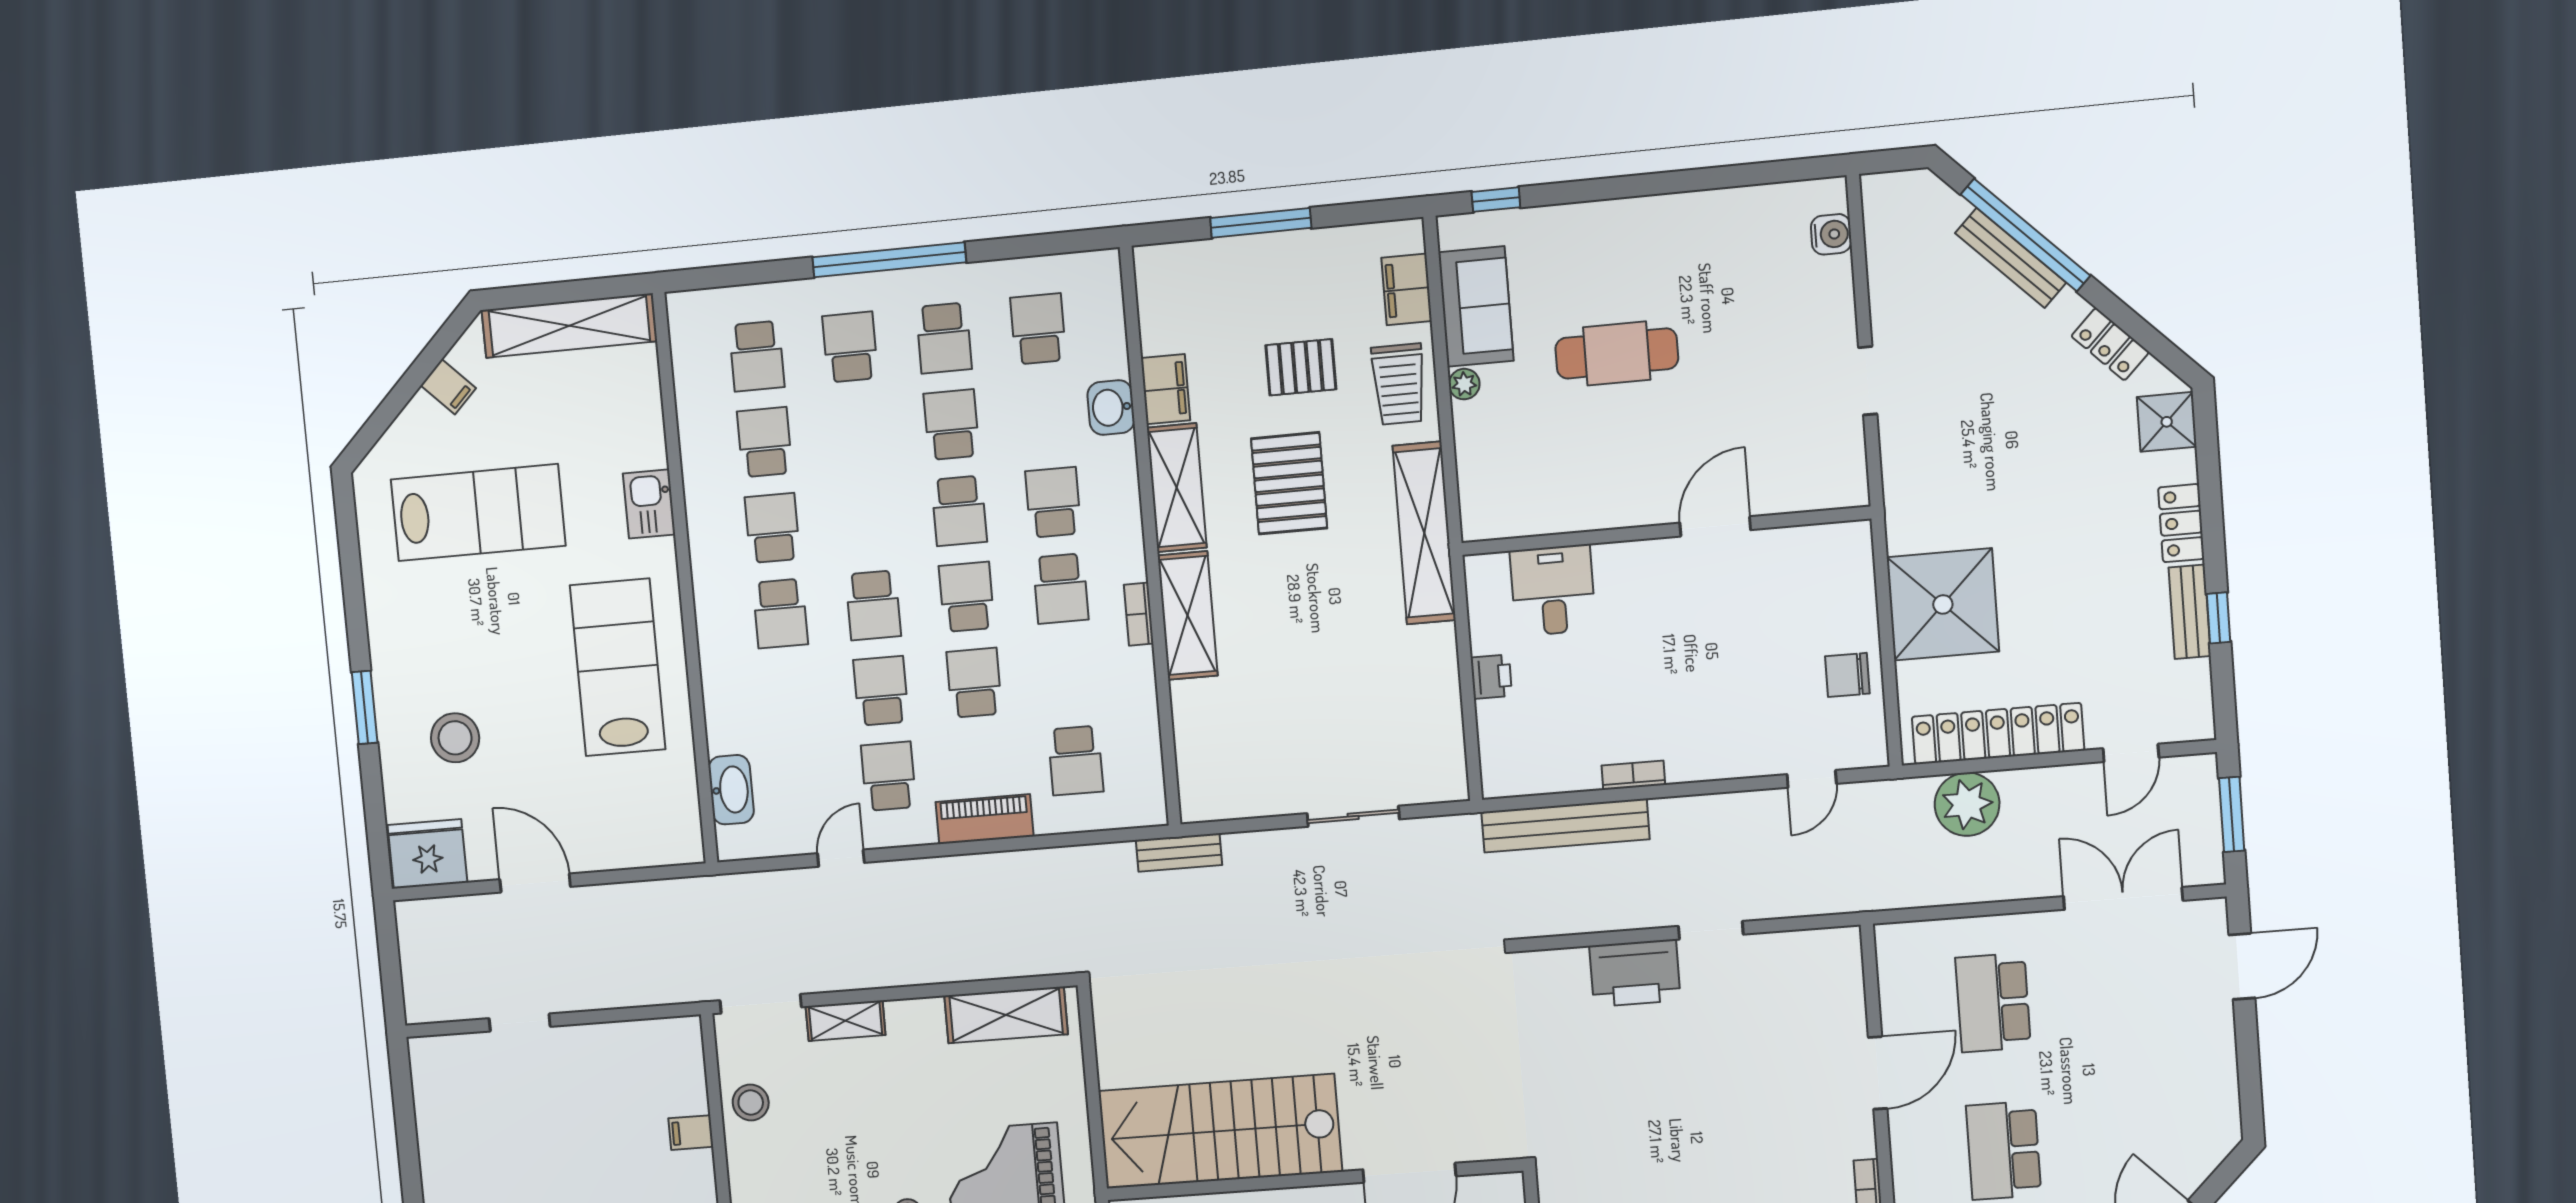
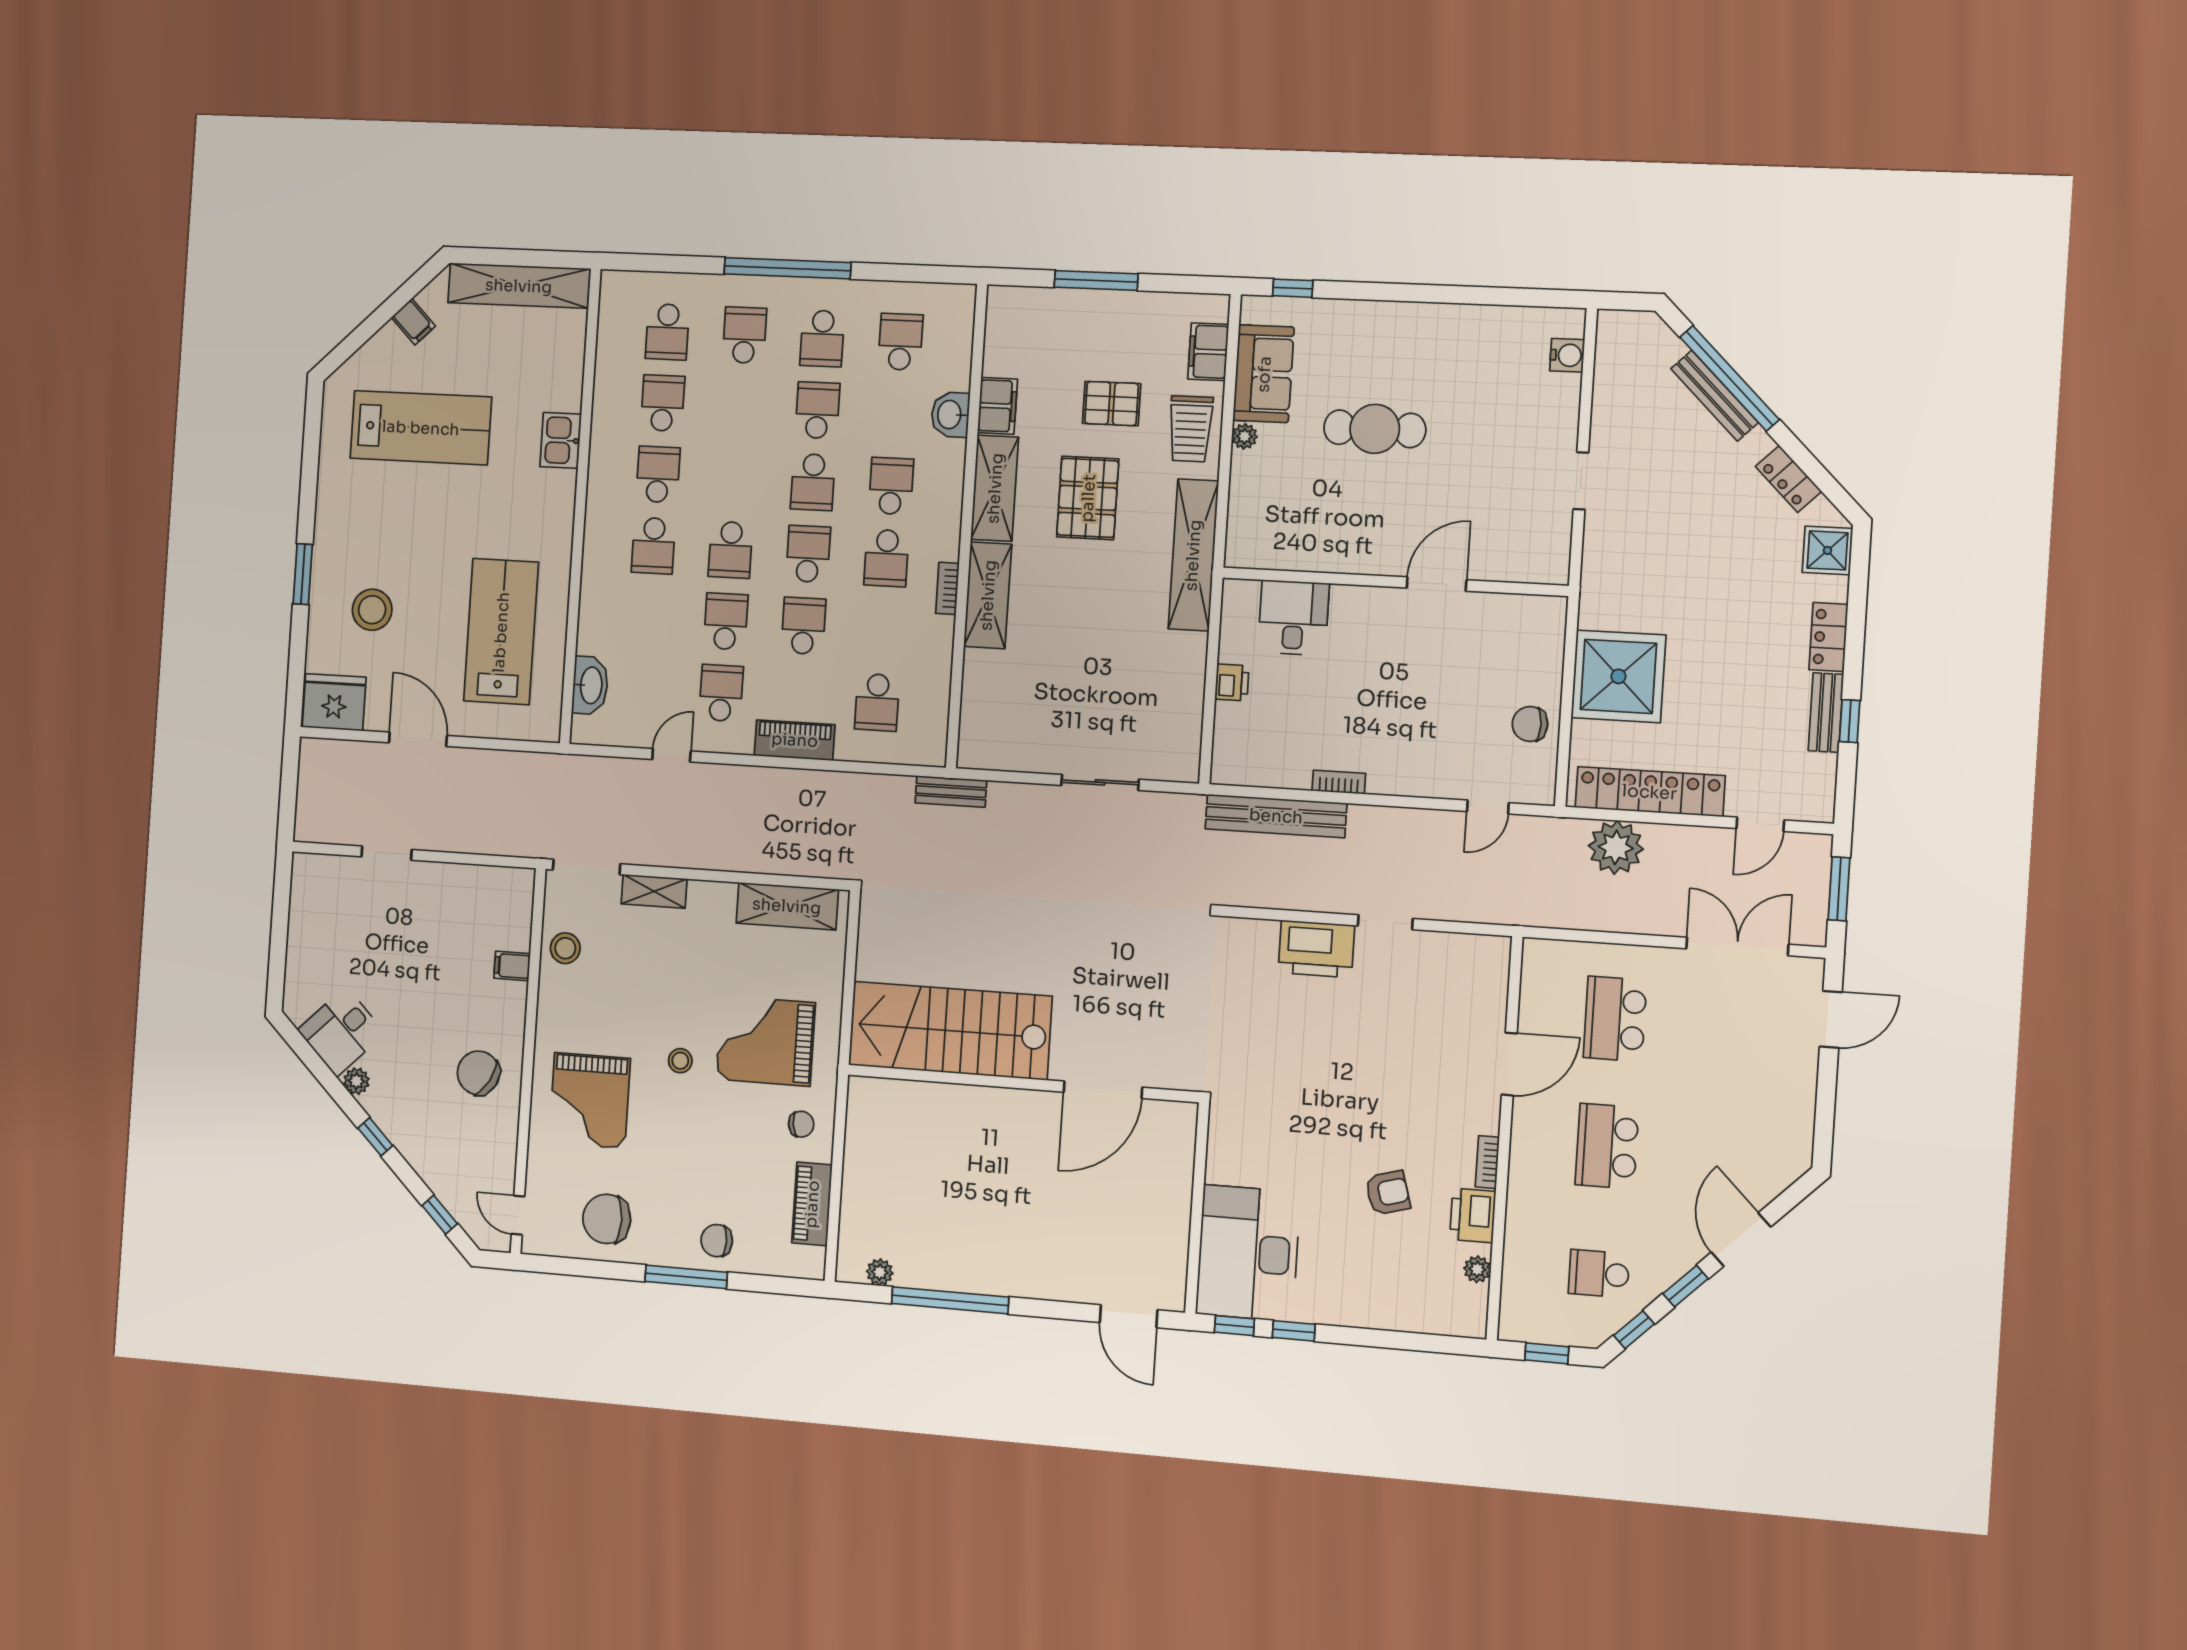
lab bench: (618, 667) -> (501, 632), moved

